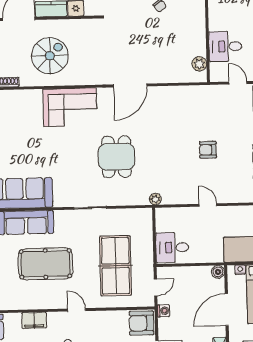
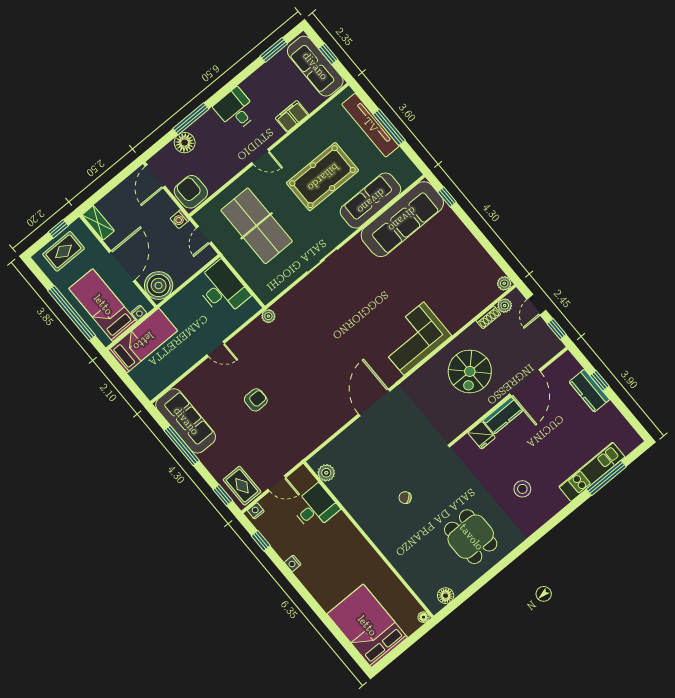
dining table: (116, 157) -> (335, 327), removed
desk: (172, 247) -> (222, 289), width x1.37
boiler: (218, 272) -> (159, 286), width x1.86, depth x1.86
armchair: (142, 323) -> (191, 192), turned -90

